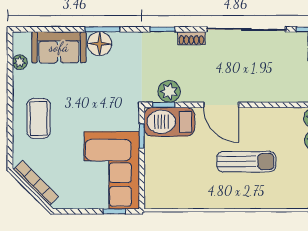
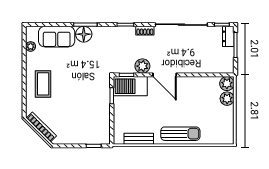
plant: (169, 92) -> (142, 66), moved
sun lounger: (246, 162) -> (180, 134), moved
corner sofa: (112, 170) -> (92, 118), removed
bench: (182, 201) -> (139, 139), added

